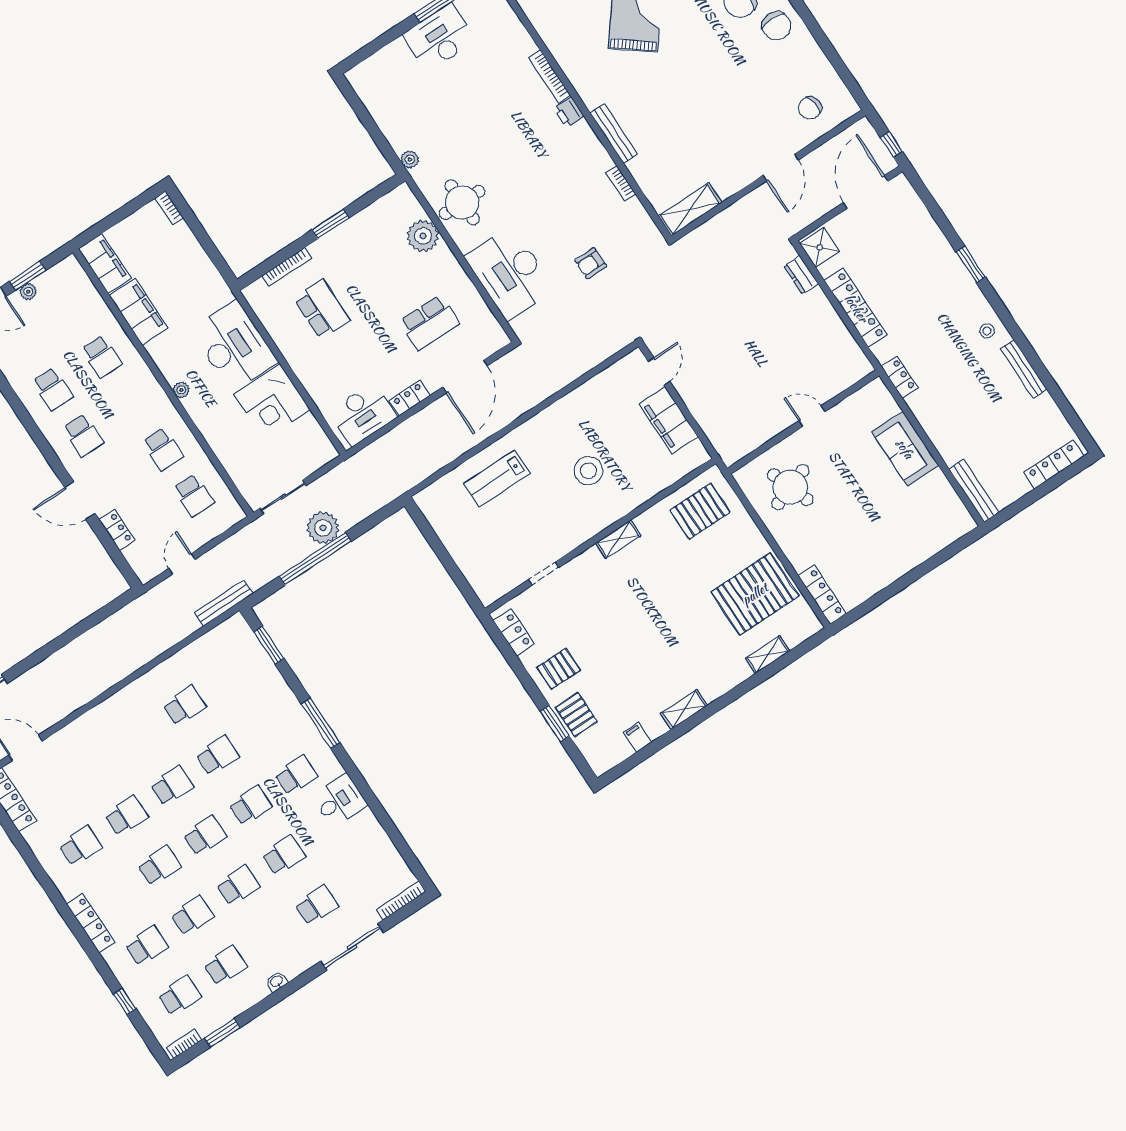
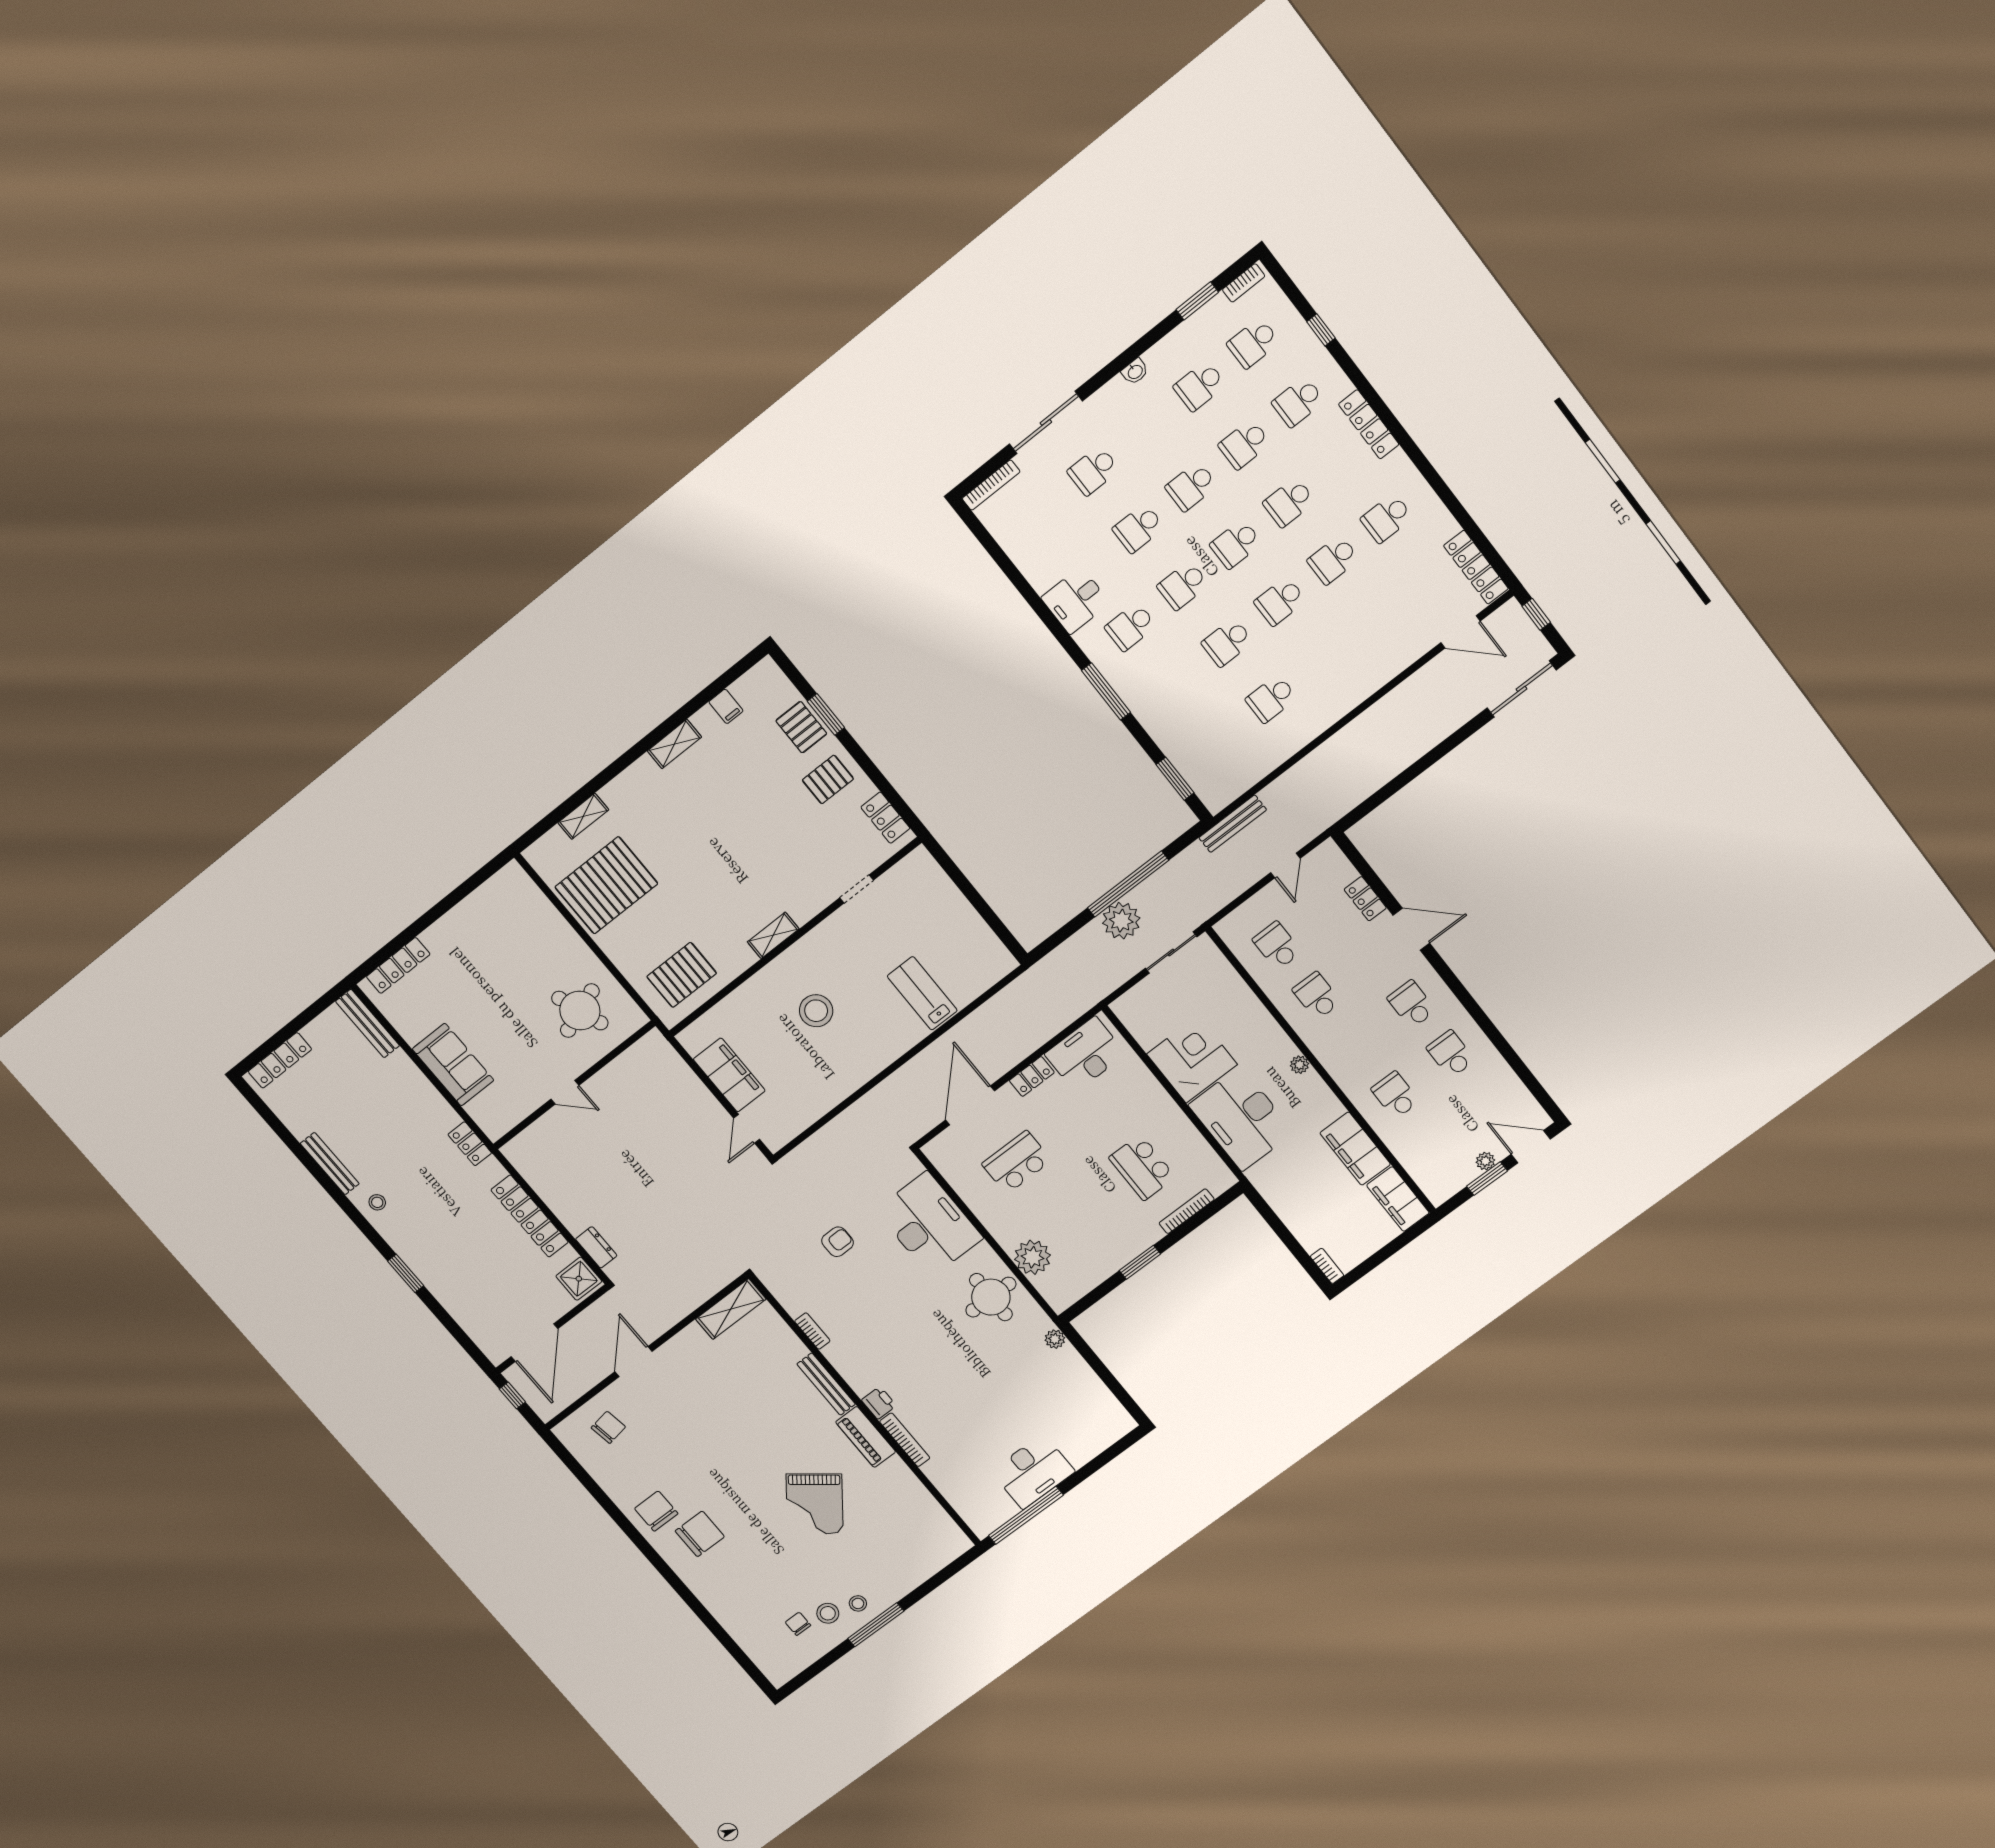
piano: (584, 82) -> (866, 1437), added
lab bench: (497, 479) -> (922, 993), turned -90
locker: (822, 594) -> (398, 965), moved, turned -90

